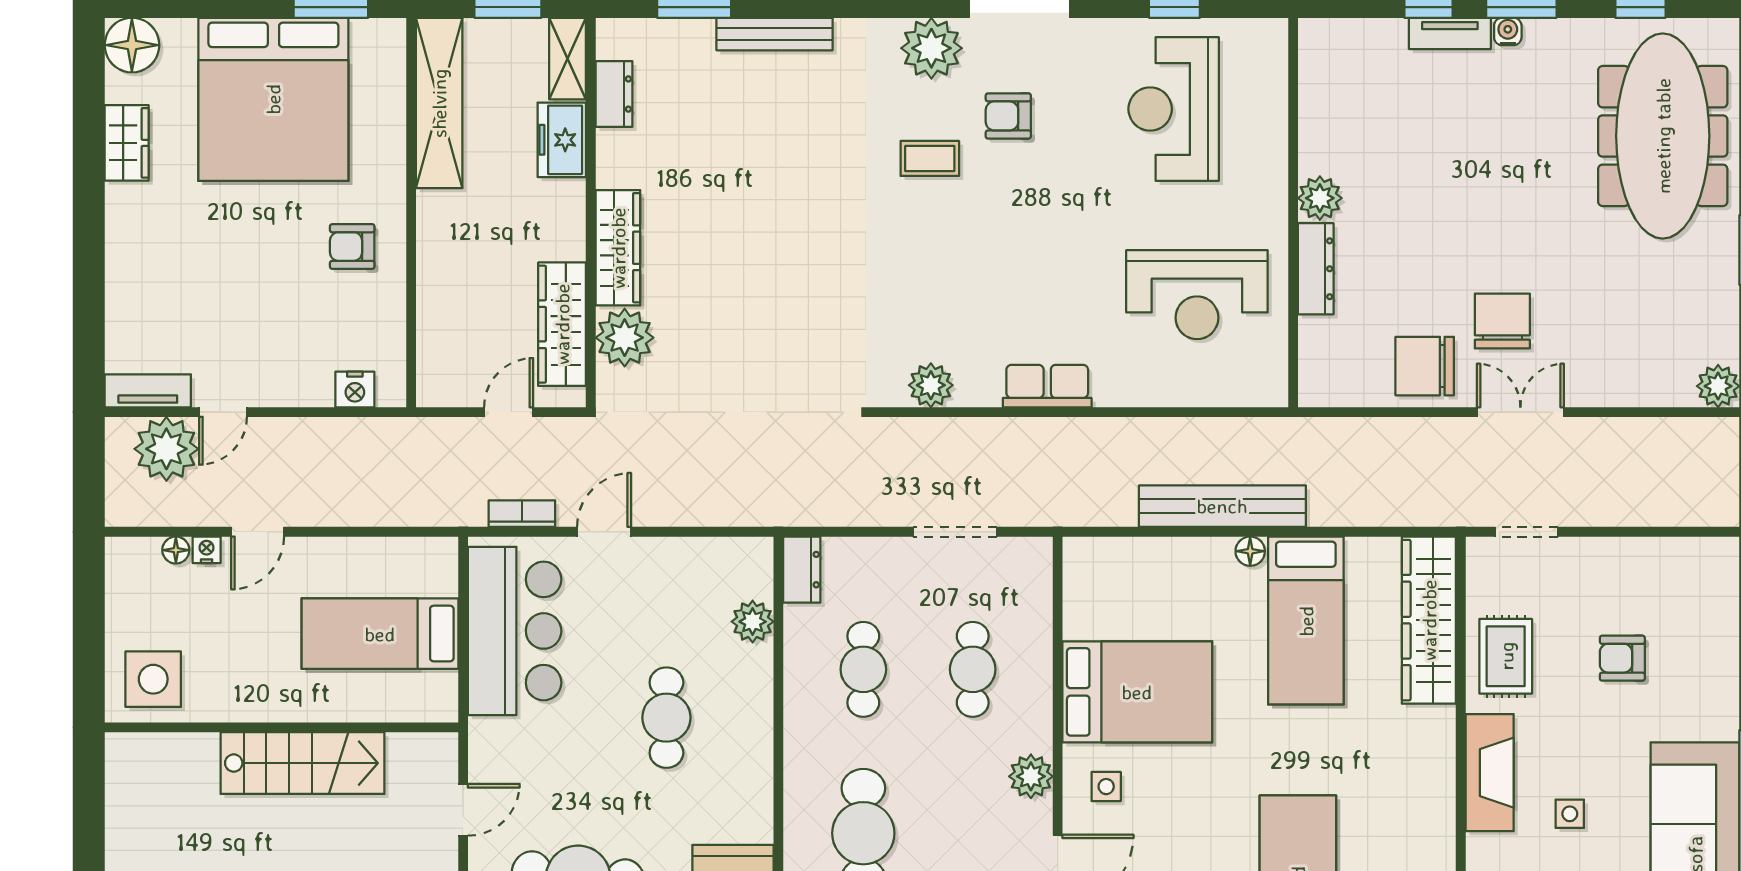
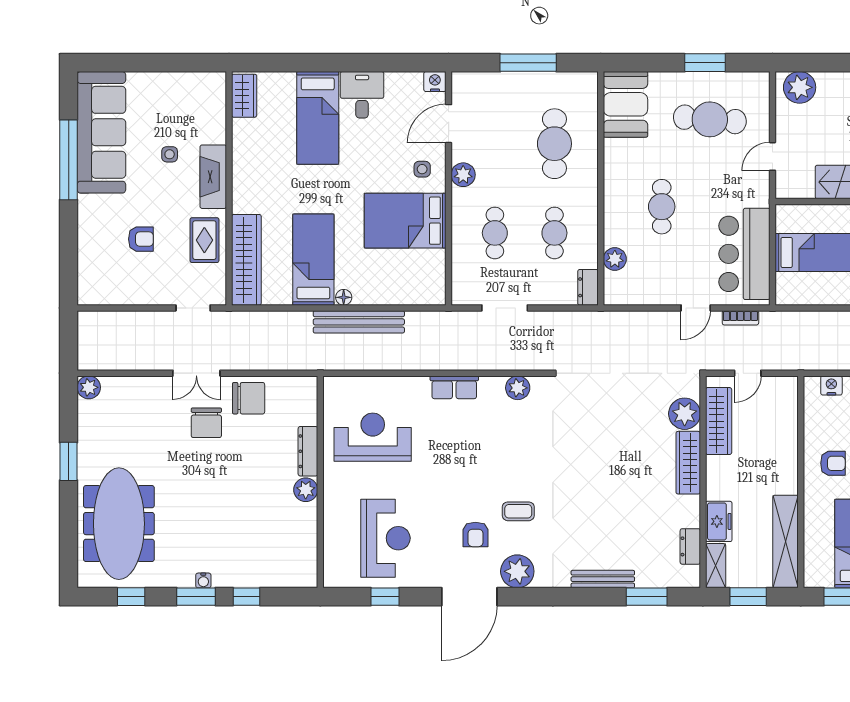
tv unit: (1450, 33) -> (235, 579), removed
armchair: (1008, 116) -> (475, 534), turned 90

